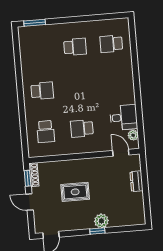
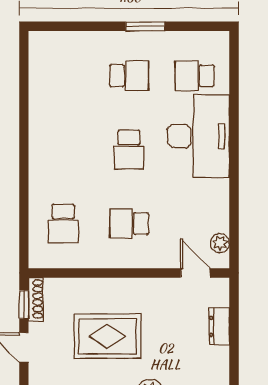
window: (35, 23) -> (145, 26), moved
school desk: (42, 91) -> (129, 150), moved, turned 90
desk: (124, 117) -> (198, 136), moved, width x1.87, depth x1.30
rug: (75, 192) -> (107, 336), width x1.36, depth x1.43

